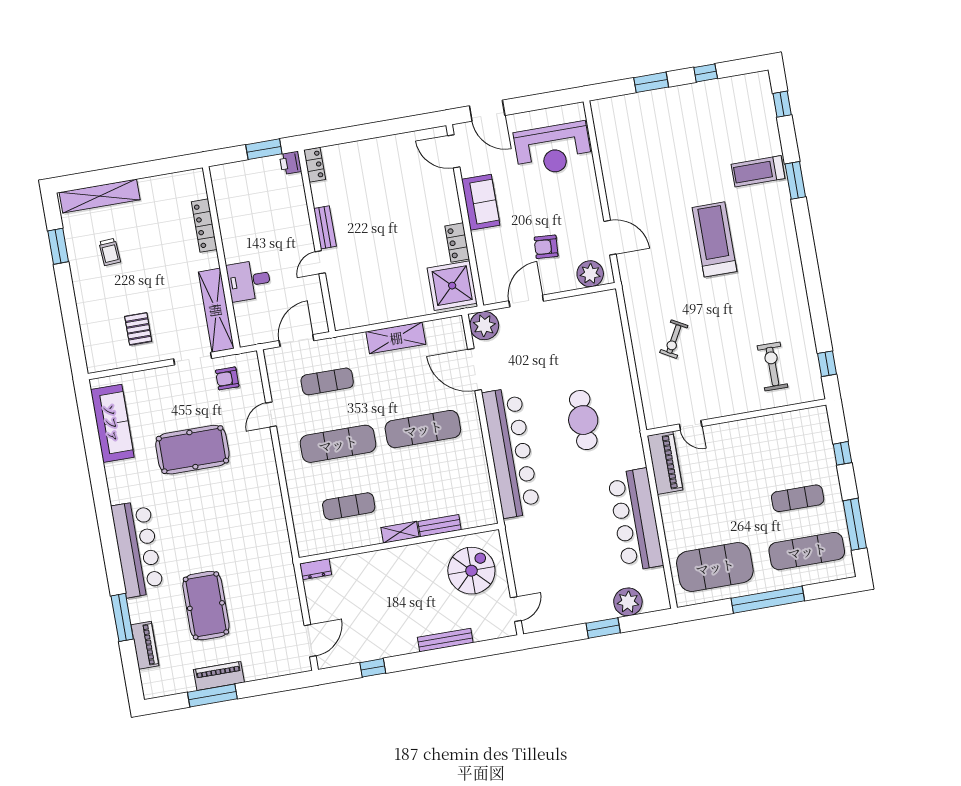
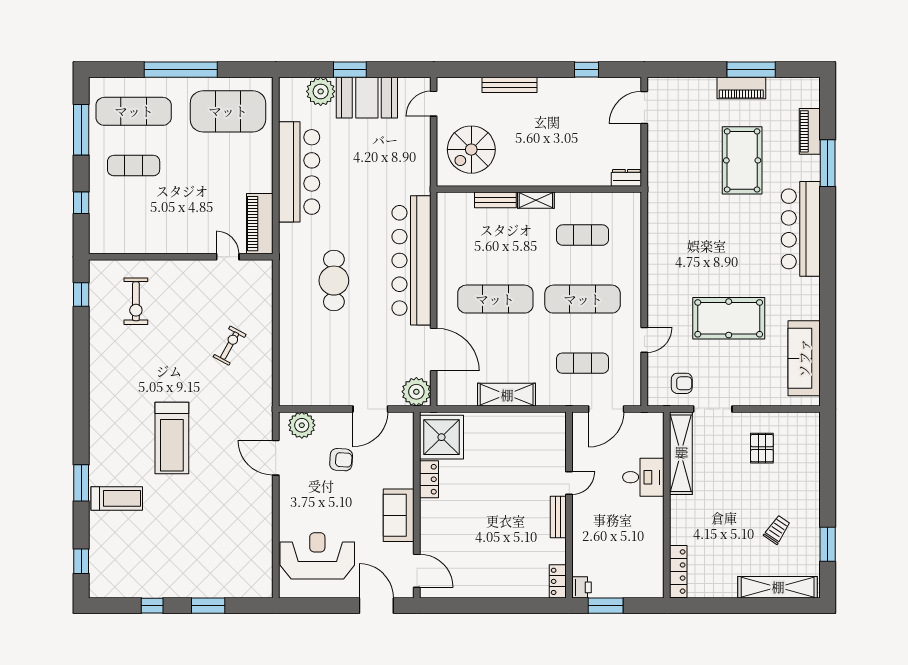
locker: (204, 226) -> (678, 572), moved
trolley: (110, 252) -> (777, 530), turned 38
booth: (582, 604) -> (367, 98), added

